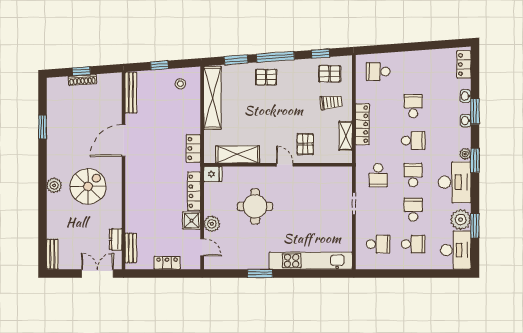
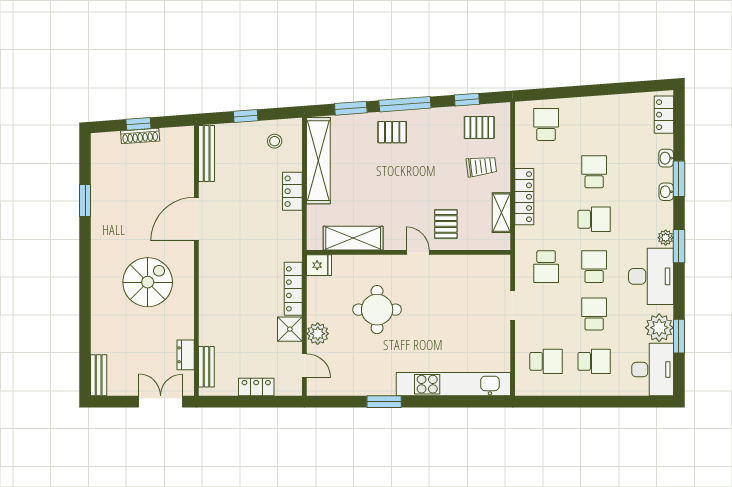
school desk: (378, 72) -> (546, 124), turned 90
locker: (193, 148) -> (292, 191), moved
plant: (54, 185) -> (101, 281), removed

